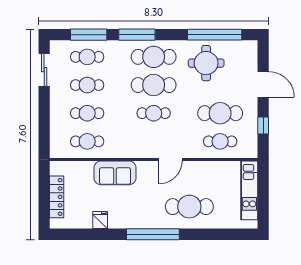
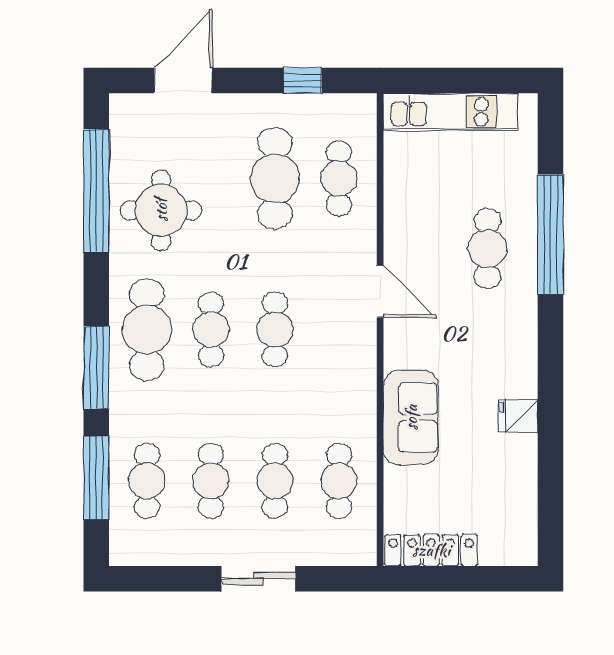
sliding door: (44, 70) -> (258, 579), moved
door: (263, 84) -> (183, 80), moved
cafe table: (154, 85) -> (211, 330), width x0.73, depth x0.74
locker: (57, 197) -> (431, 550), moved
cafe table: (189, 207) -> (487, 248), width x0.73, depth x0.74
fridge: (100, 220) -> (518, 416), moved
window: (153, 234) -> (550, 234), moved

